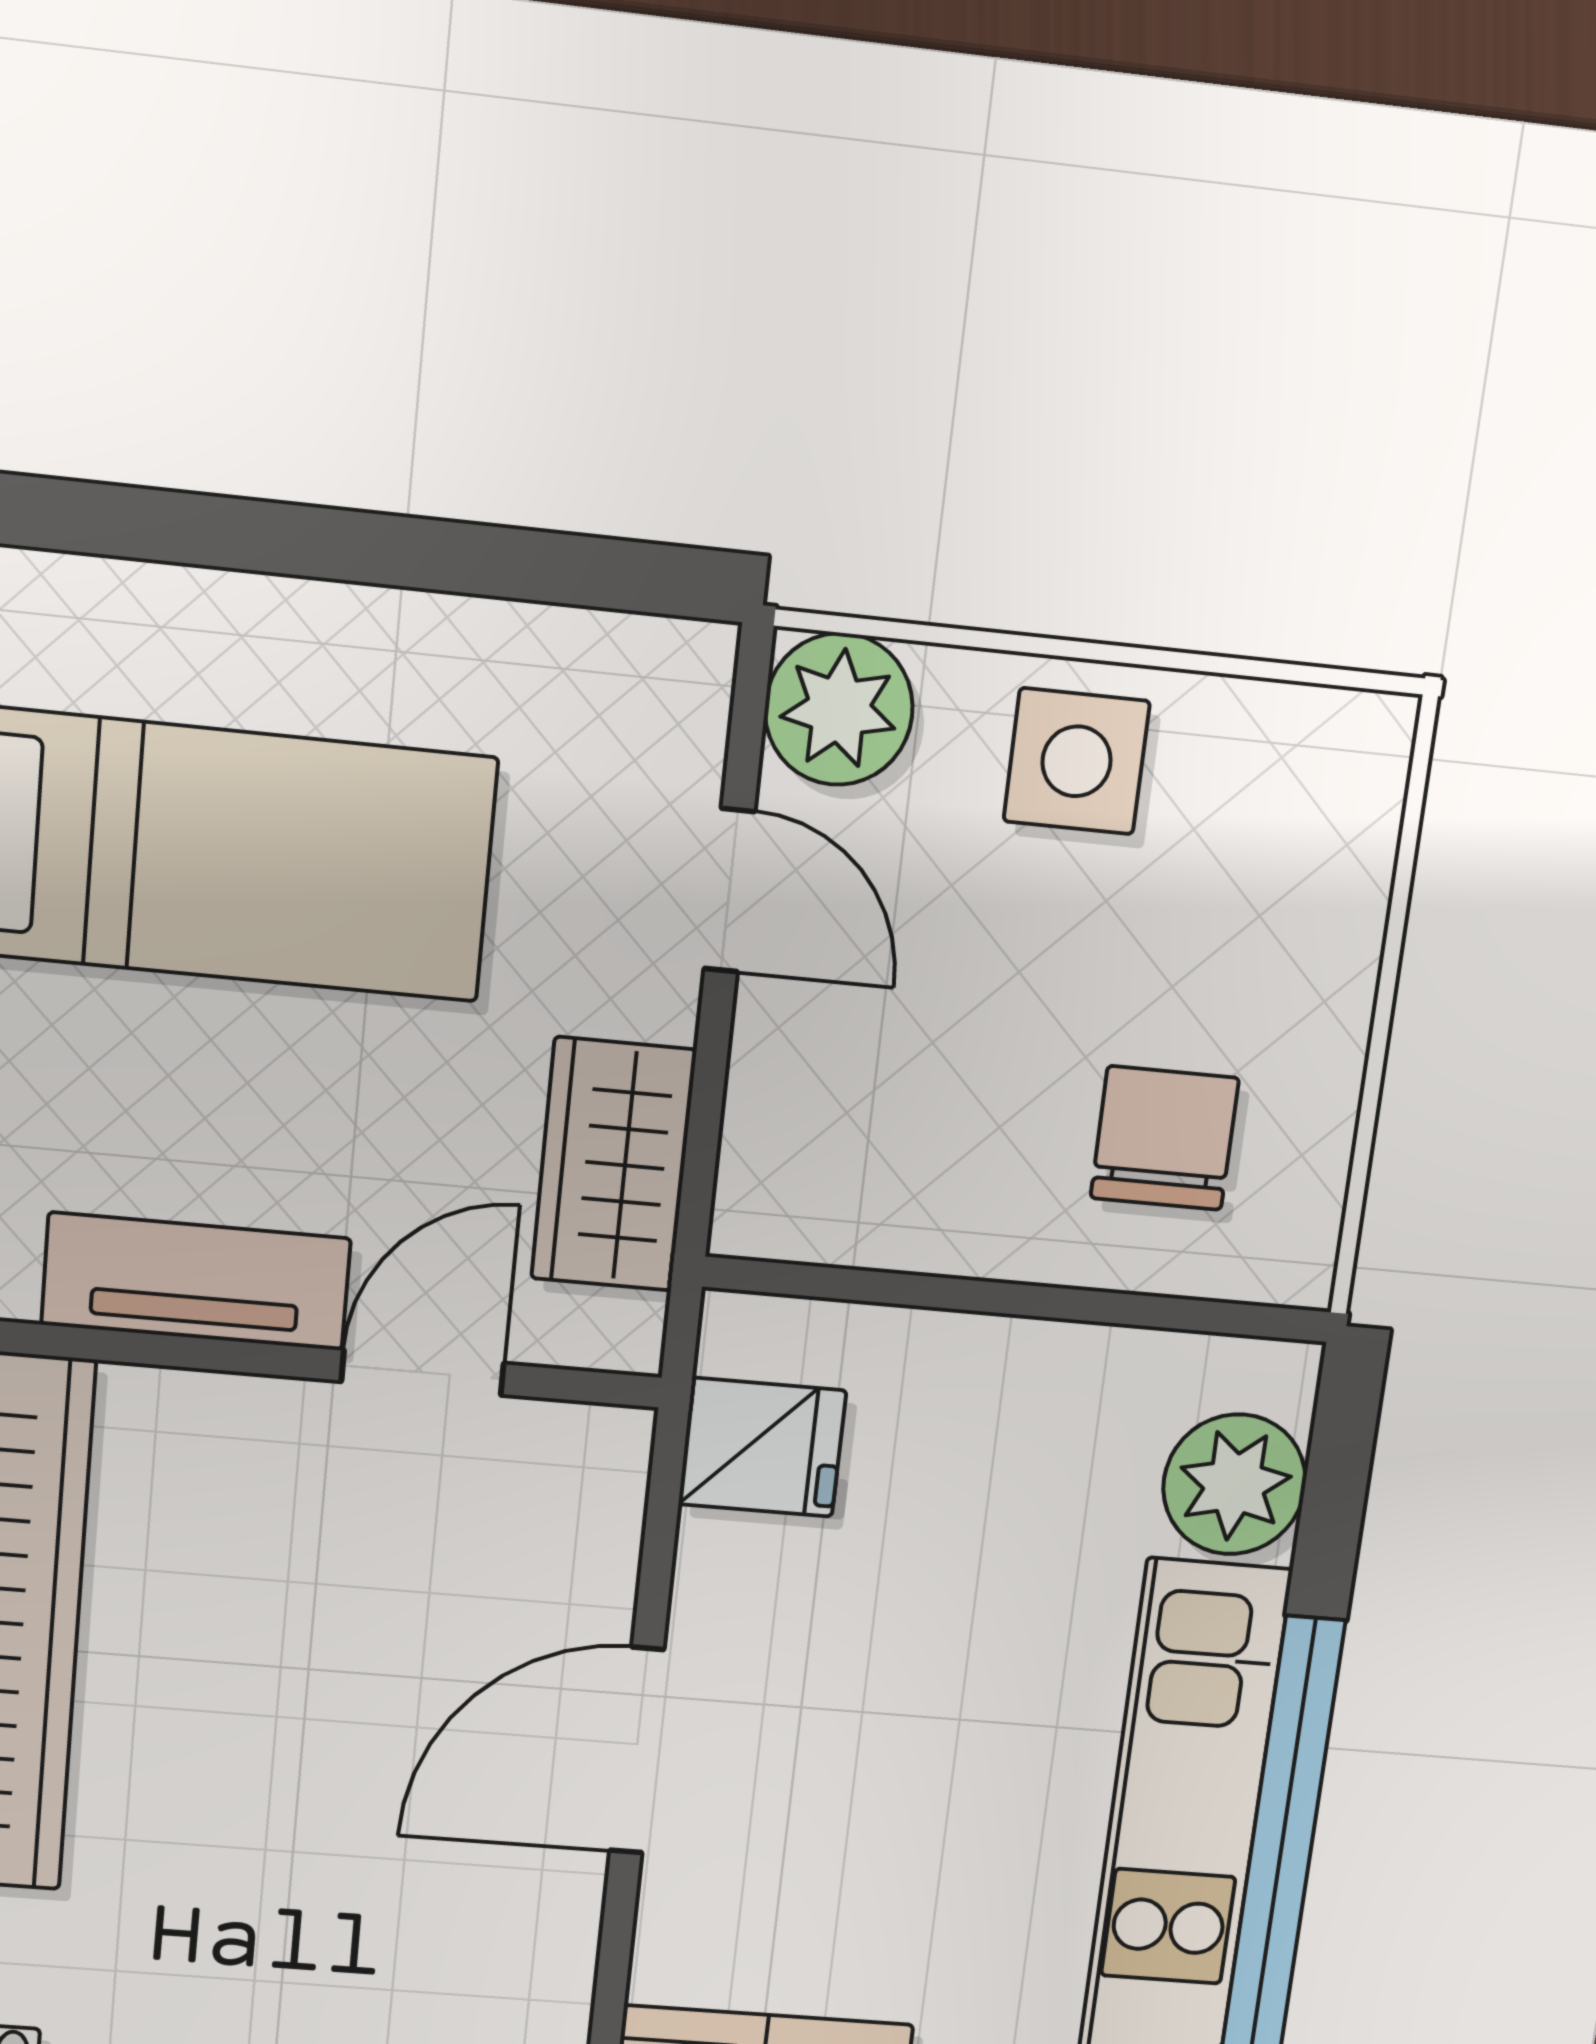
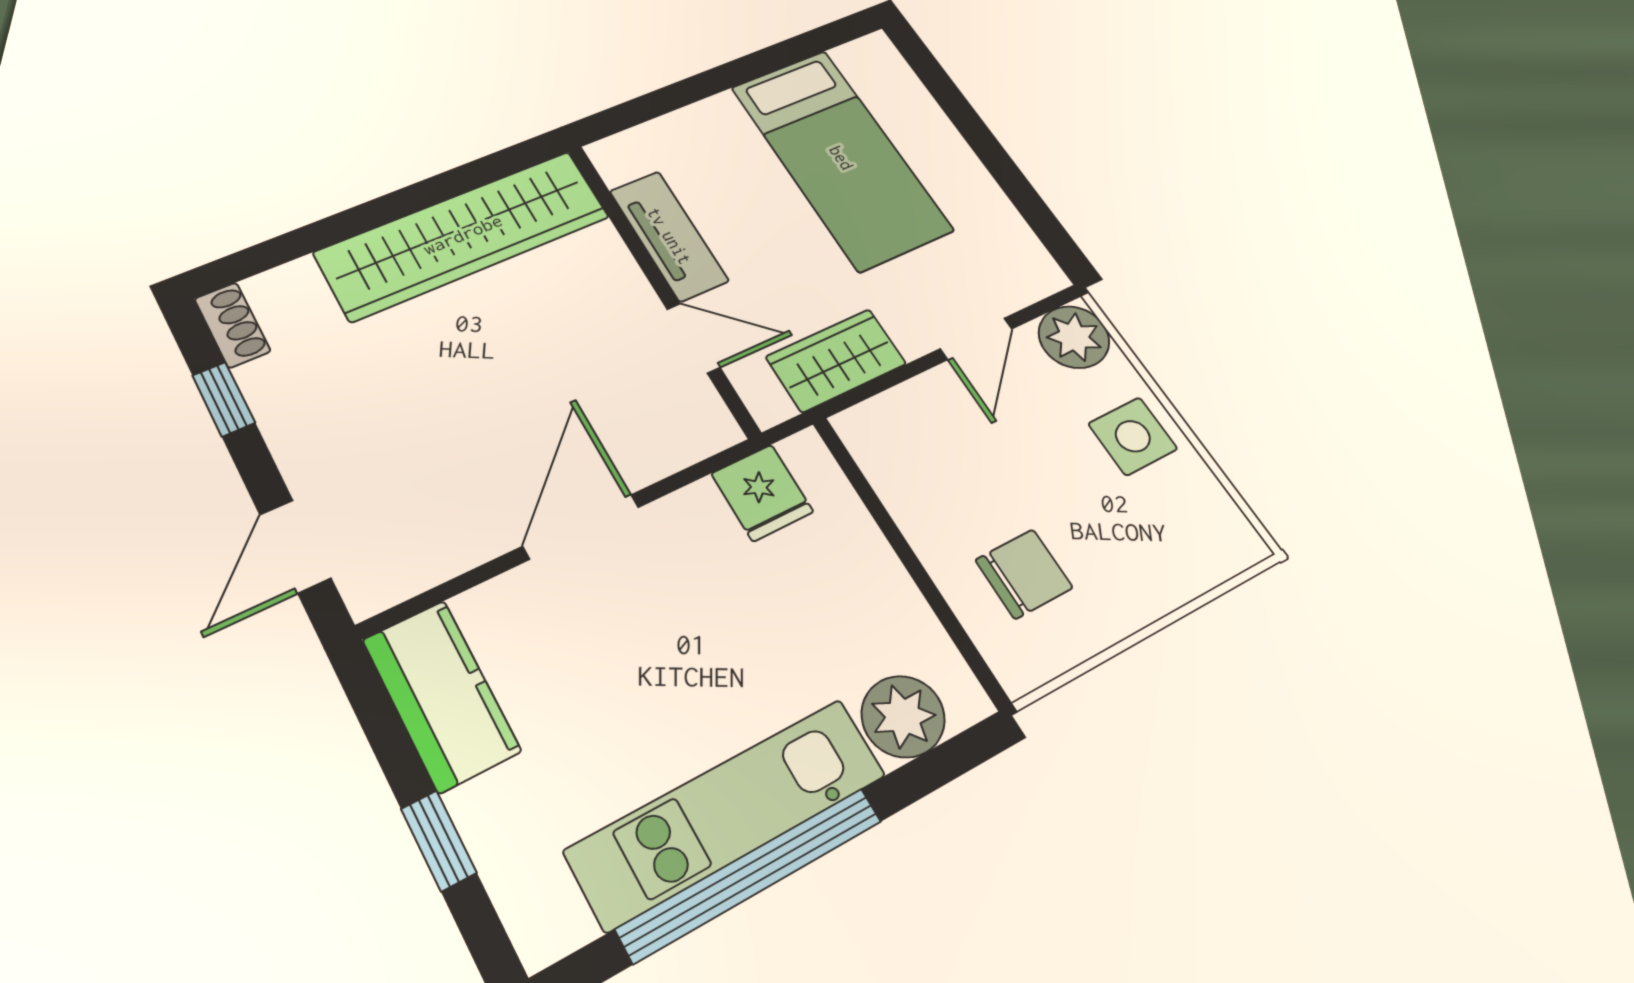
door: (637, 1751) -> (581, 527), hinge flipped

